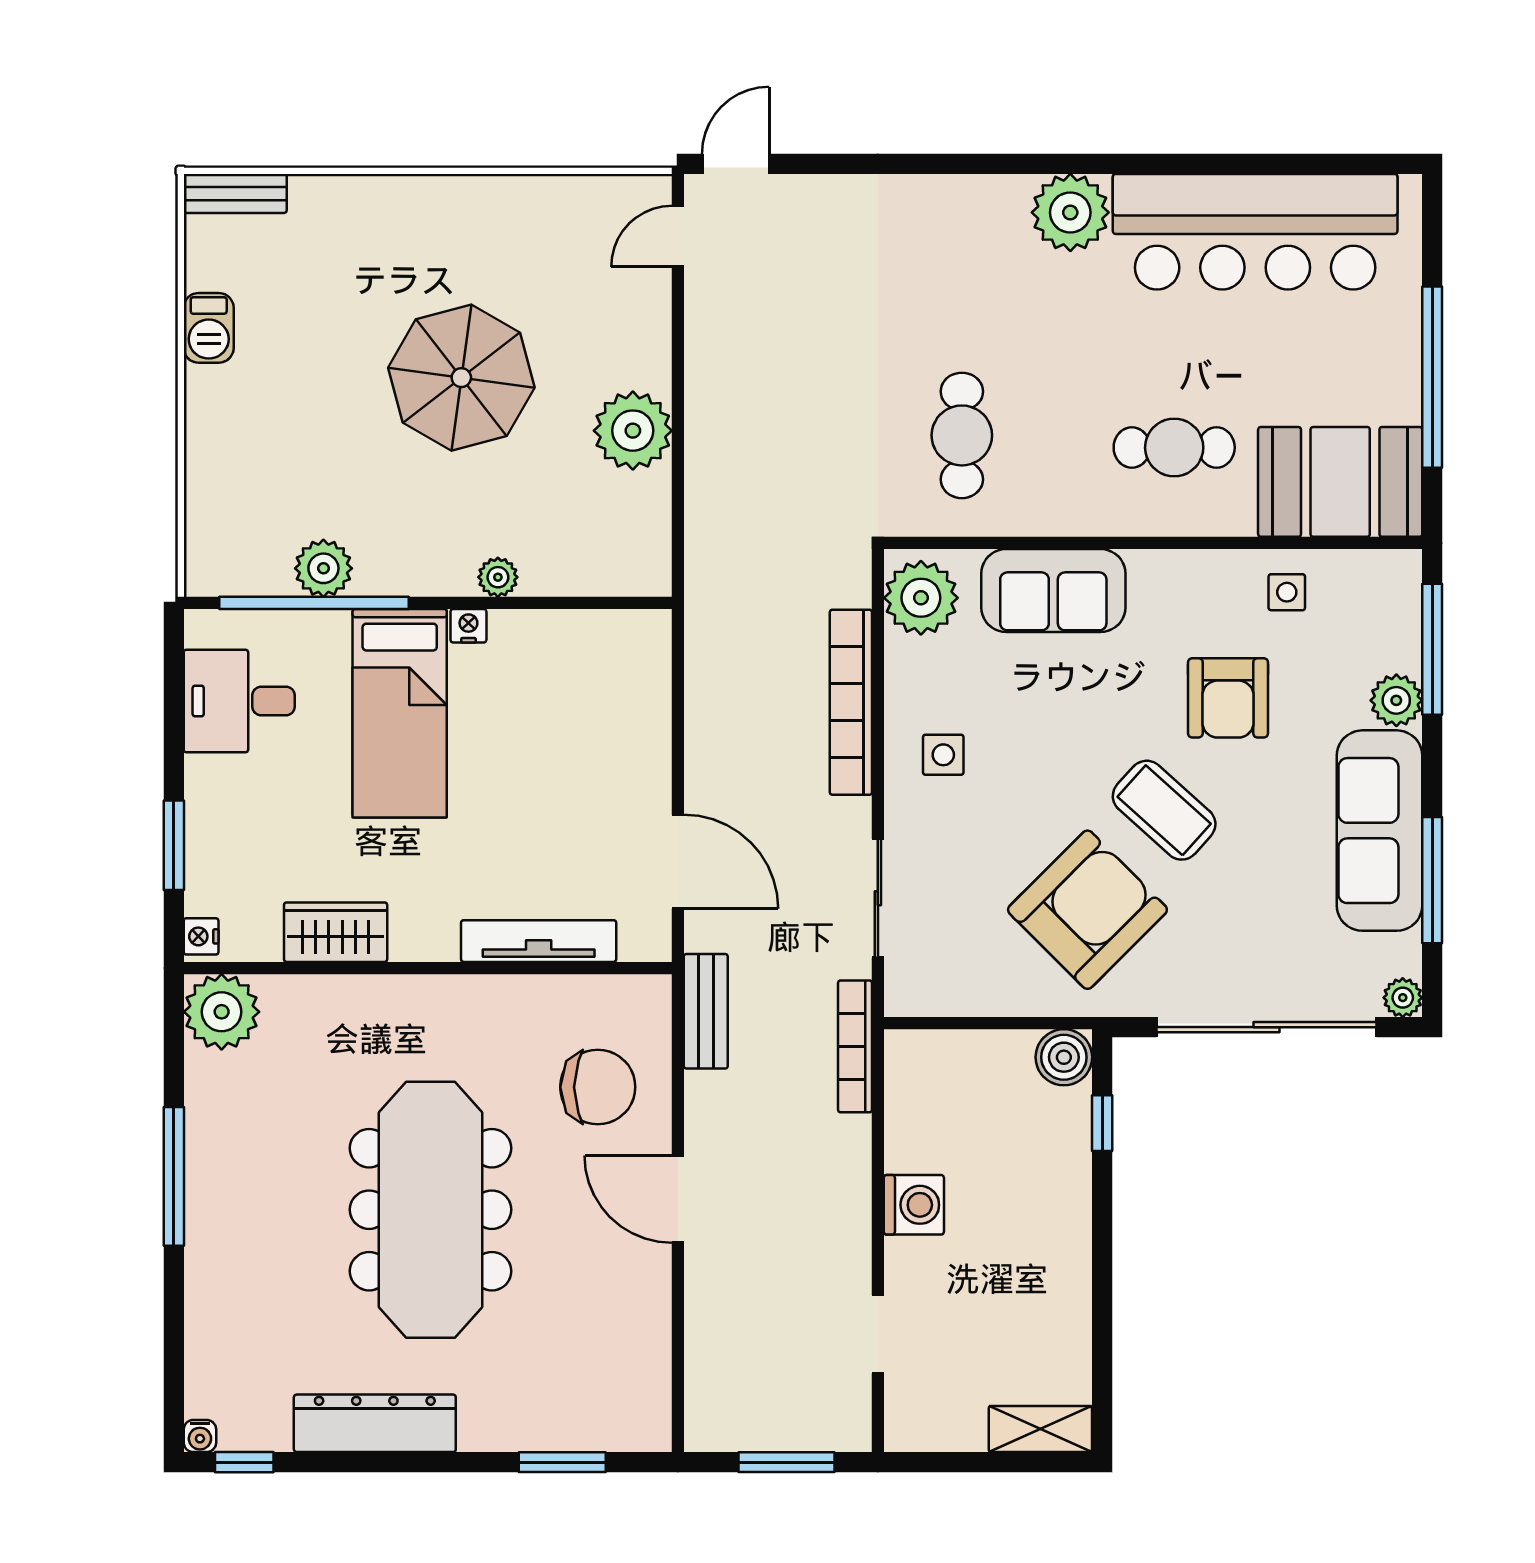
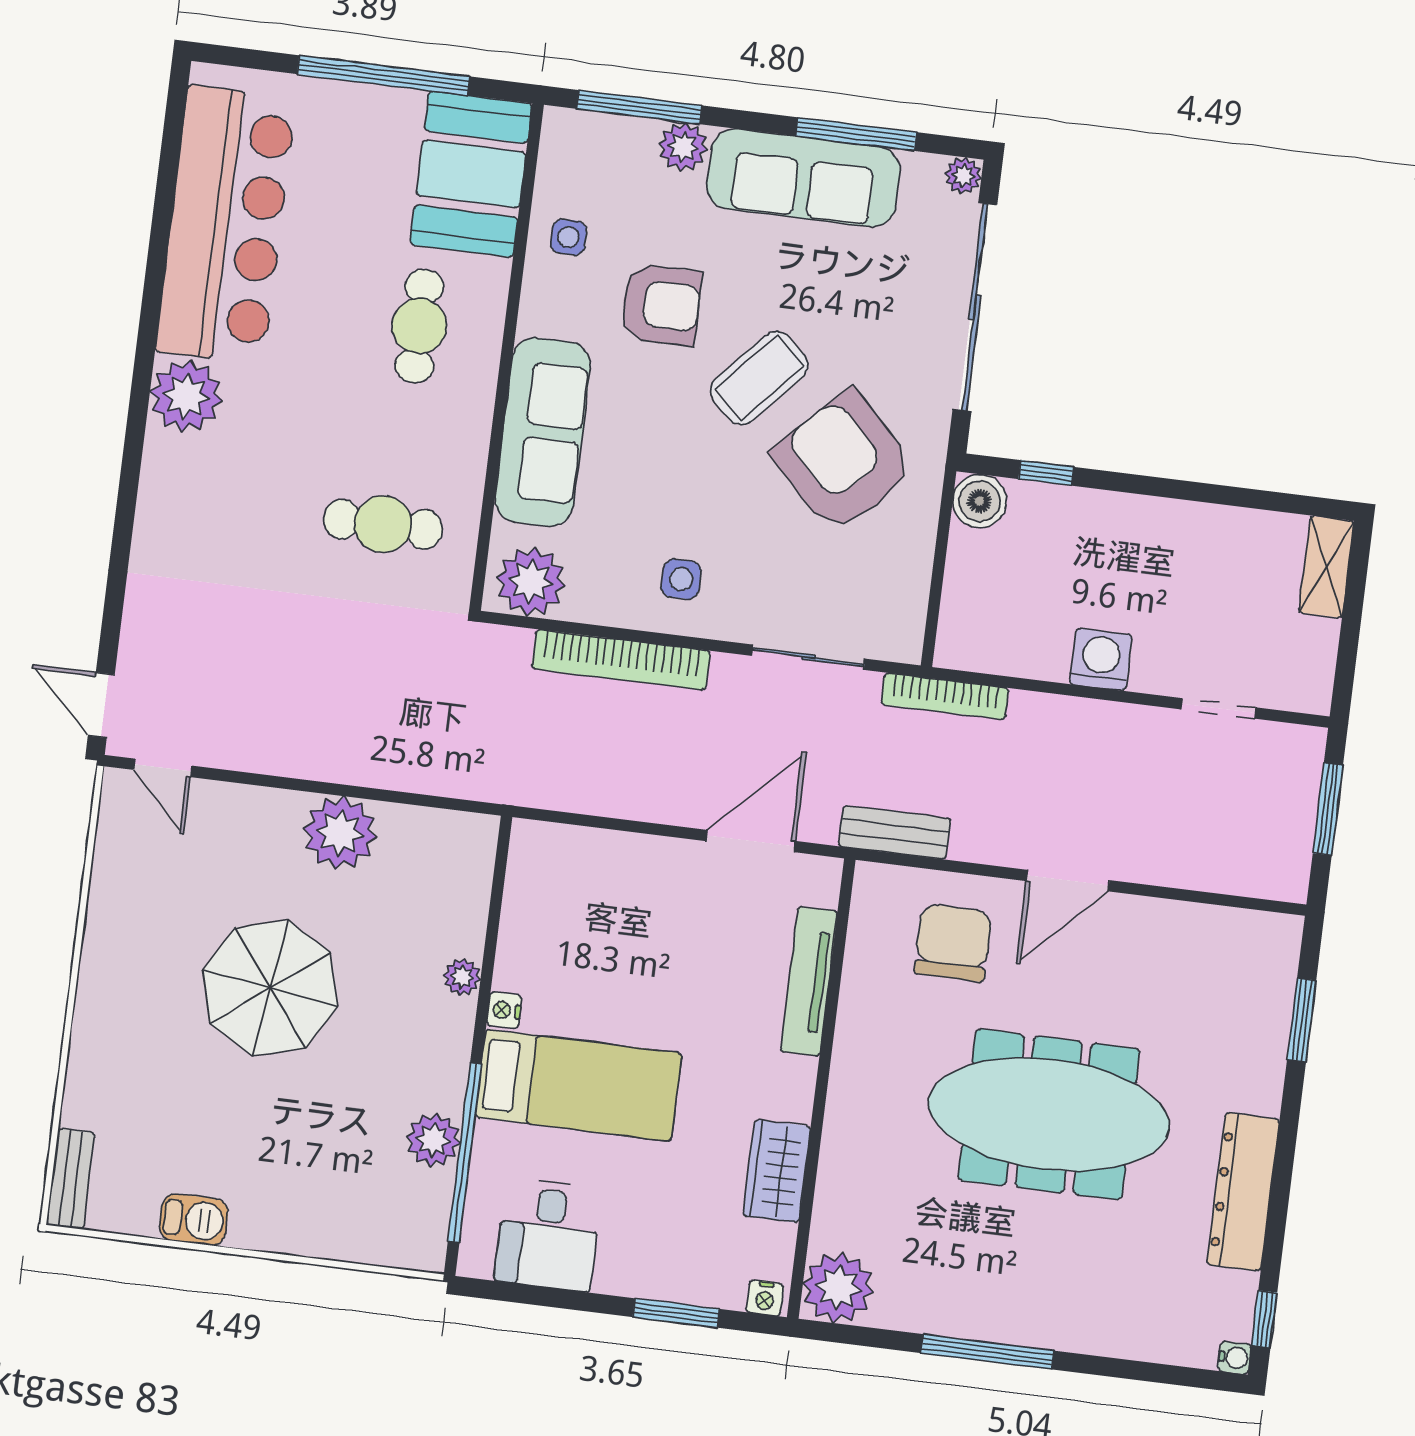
sofa: (1053, 591) -> (543, 432), width x1.36

